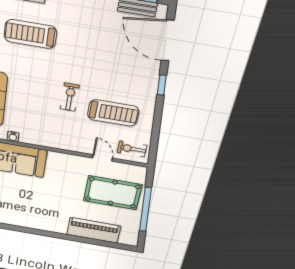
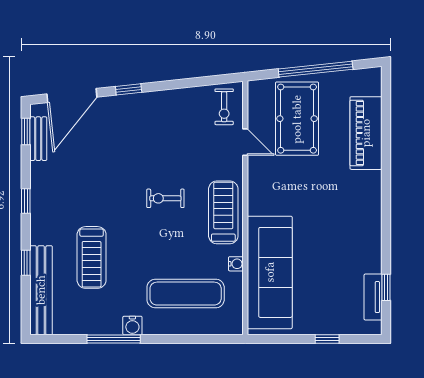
treadmill: (113, 113) -> (223, 212), moved
door: (102, 158) -> (245, 142), swing flipped

